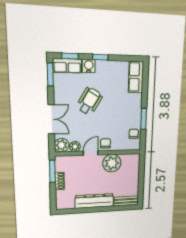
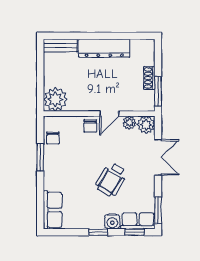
double door: (51, 119) -> (158, 157), swing flipped
plant: (112, 163) -> (55, 99), moved

